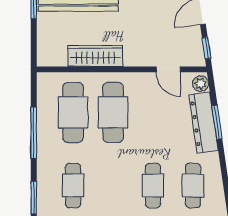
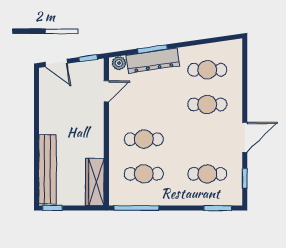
wardrobe: (95, 56) -> (95, 182), moved
cafe table: (73, 112) -> (144, 174), width x0.73, depth x0.74
cafe table: (113, 112) -> (144, 139), width x0.73, depth x0.74
window: (34, 133) -> (136, 208), moved

